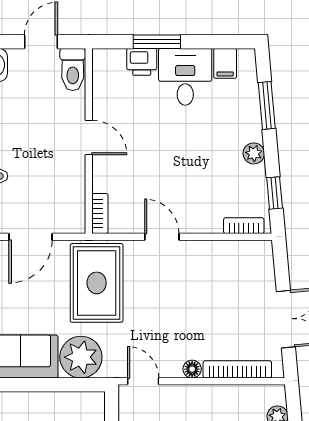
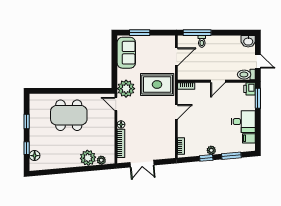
window: (157, 42) -> (258, 98), moved
printer: (142, 62) -> (250, 89), moved
window: (275, 193) -> (206, 158), moved
door: (31, 237) -> (176, 57), swing flipped
plant: (81, 357) -> (126, 89), moved
door: (143, 381) -> (116, 104), swing flipped

